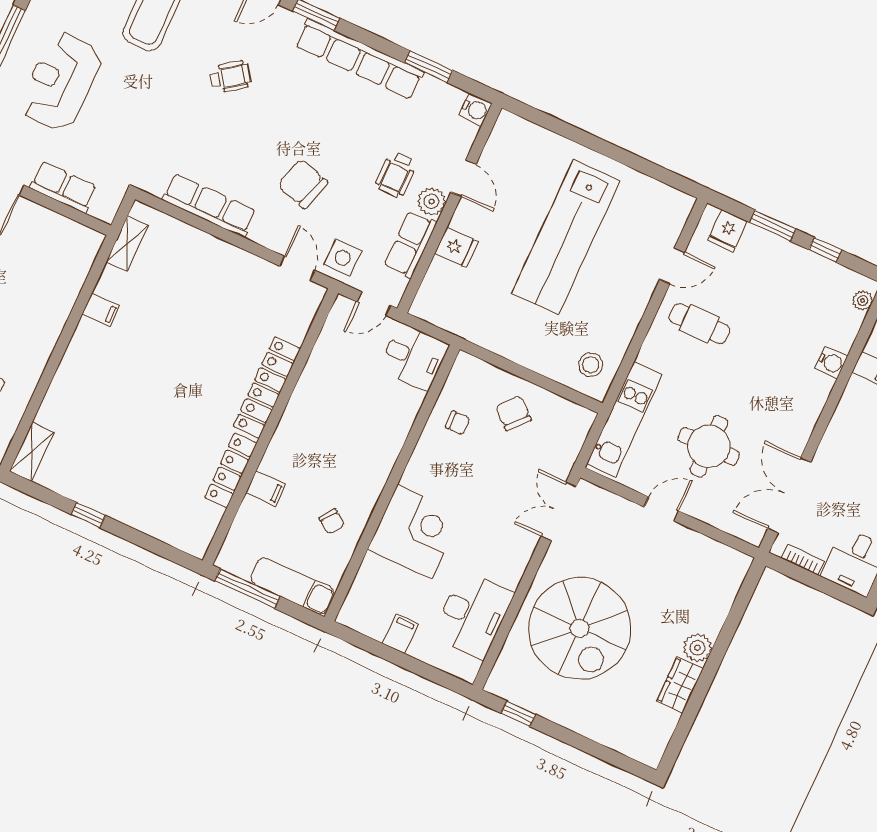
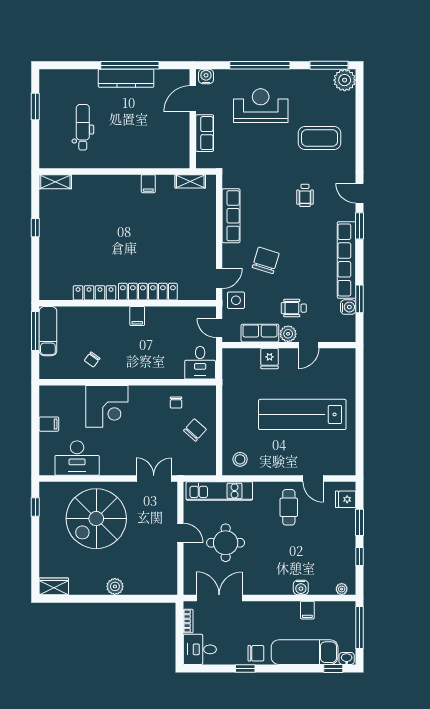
wheelchair: (230, 77) -> (305, 195), turned 37
water cooler: (475, 109) -> (348, 307), moved, turned -90
filing cabinet: (266, 488) -> (137, 316), moved
exam couch: (293, 586) -> (48, 331), moved
wardrobe: (680, 685) -> (54, 586), moved

